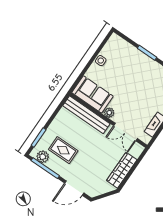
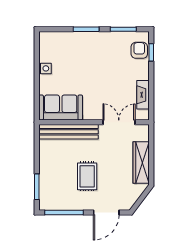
plant: (109, 113) -> (90, 114), removed
double door: (125, 132) -> (119, 122), swing flipped
rug: (63, 150) -> (87, 176), moved, turned 90
plant: (43, 157) -> (54, 203), removed

